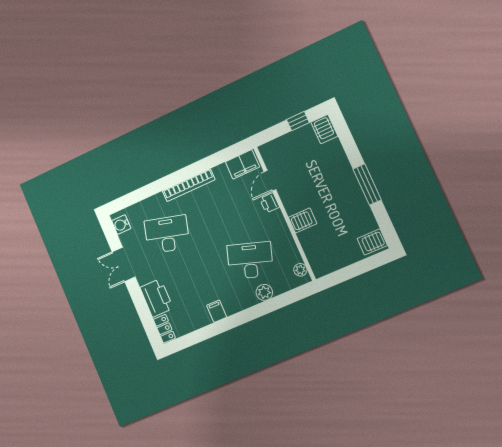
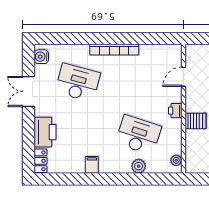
filing cabinet: (242, 164) -> (167, 53), removed
printer: (270, 203) -> (175, 111), moved

